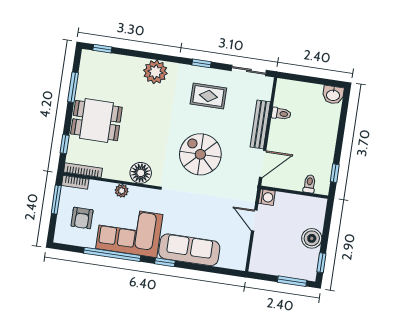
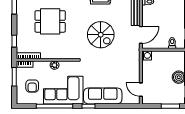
dining table: (96, 121) -> (50, 21), moved
spiral stairs: (200, 154) -> (101, 35), turned 180
floor lamp: (141, 173) -> (65, 52), removed
door: (254, 221) -> (141, 90), moved

